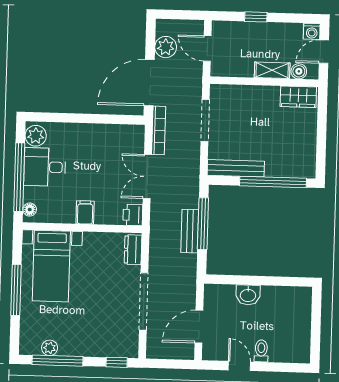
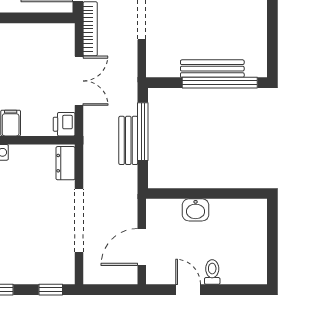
bench: (236, 168) -> (212, 69), moved
double door: (147, 176) -> (79, 81), swing flipped

